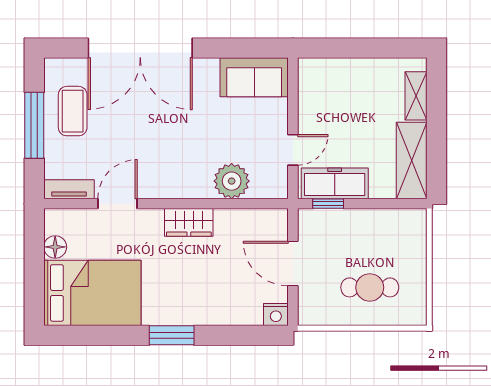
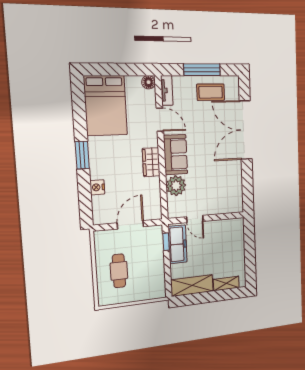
sofa: (254, 77) -> (176, 155), moved, turned 180
floor lamp: (55, 247) -> (149, 82), moved
nightstand: (276, 314) -> (97, 187), moved

